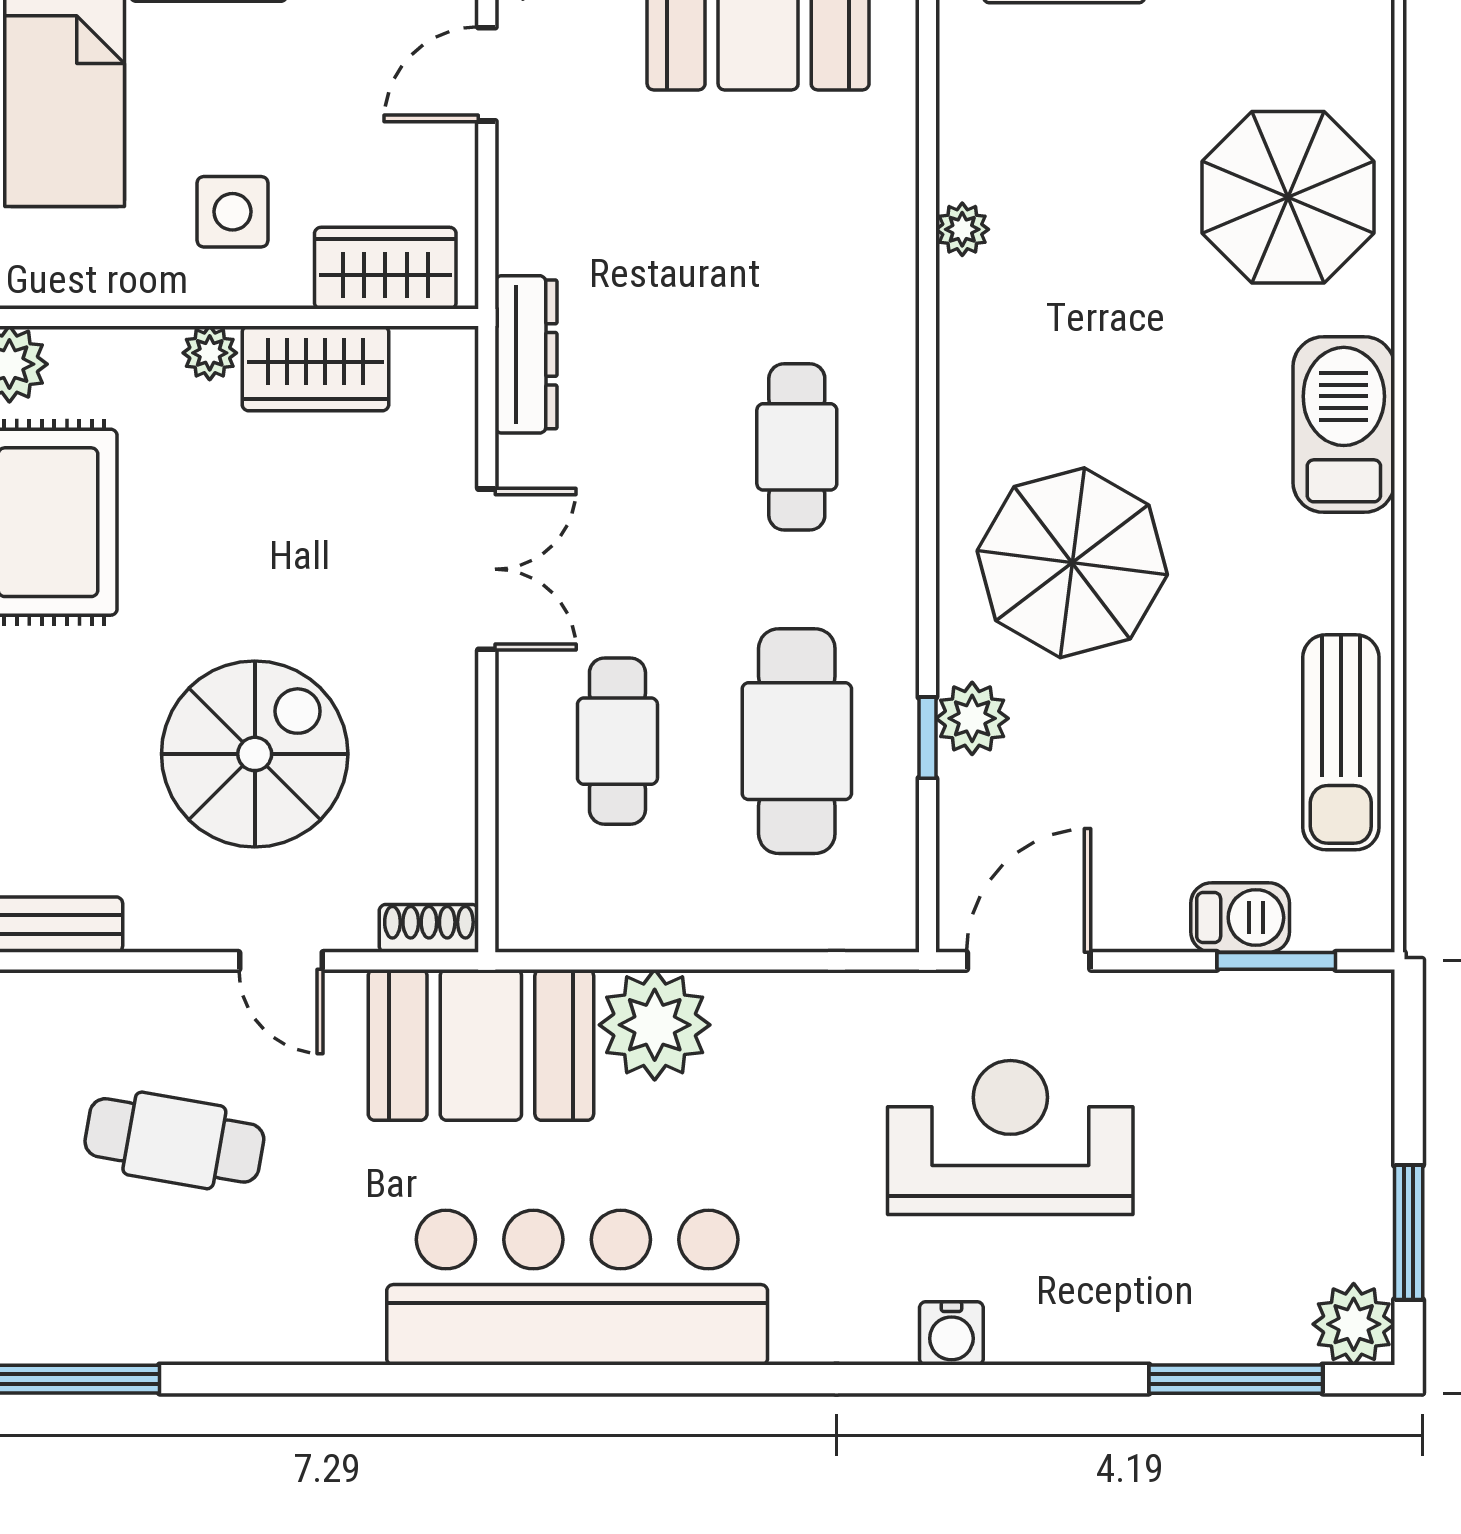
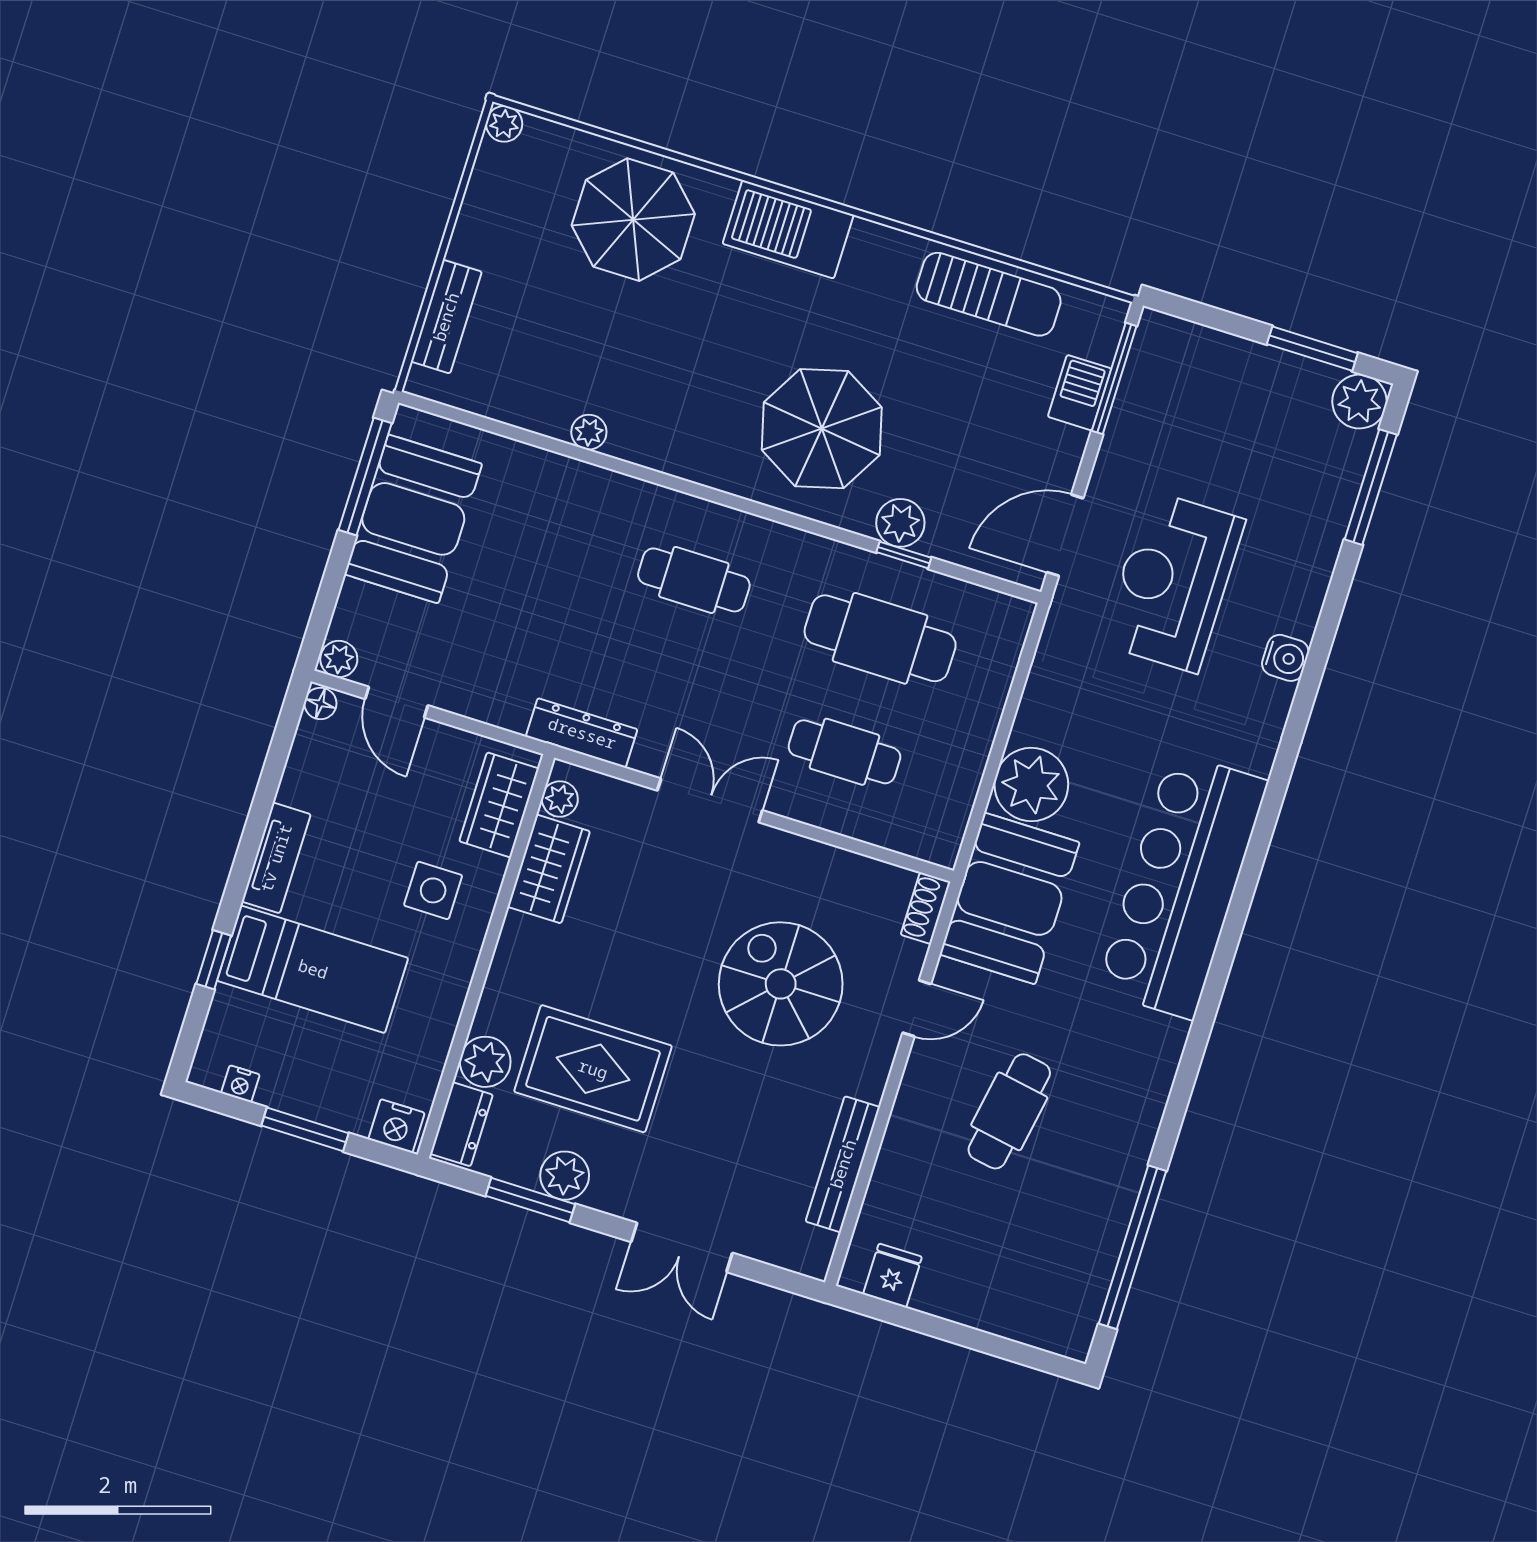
plant: (210, 353) -> (560, 799), moved
door: (1029, 961) -> (1065, 535), hinge flipped
window: (1276, 961) -> (1114, 378), width x1.44

